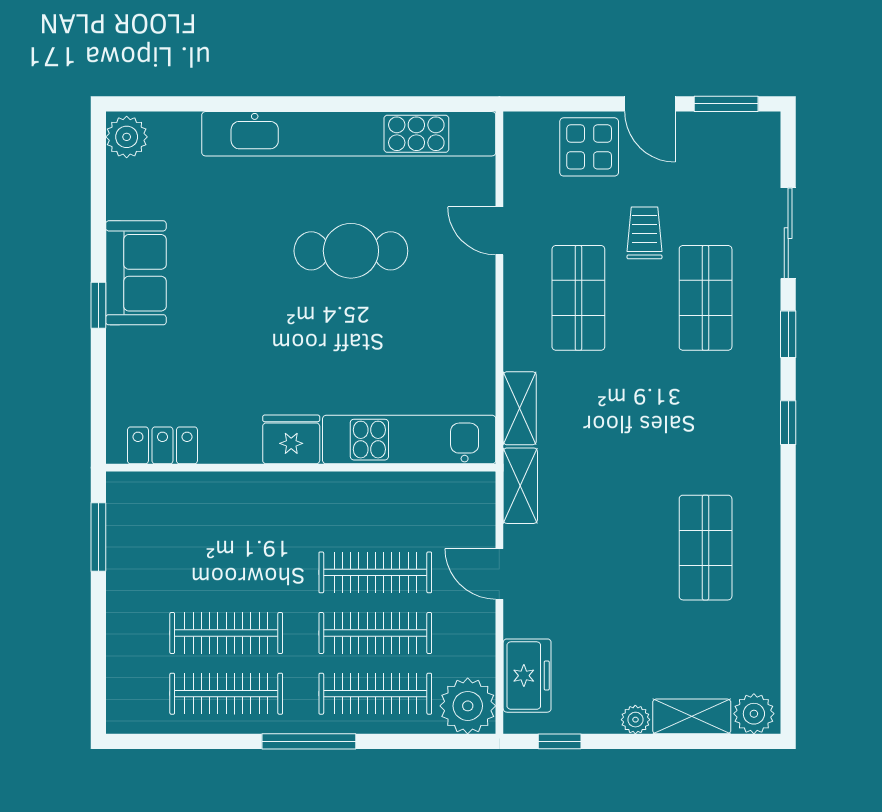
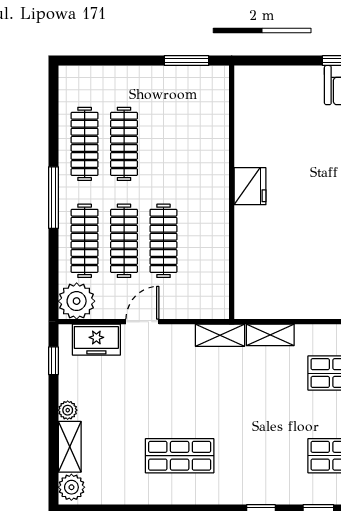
kitchen unit: (409, 440) -> (250, 263), removed
locker: (162, 445) -> (246, 102), removed
door: (499, 574) -> (142, 322), moved

